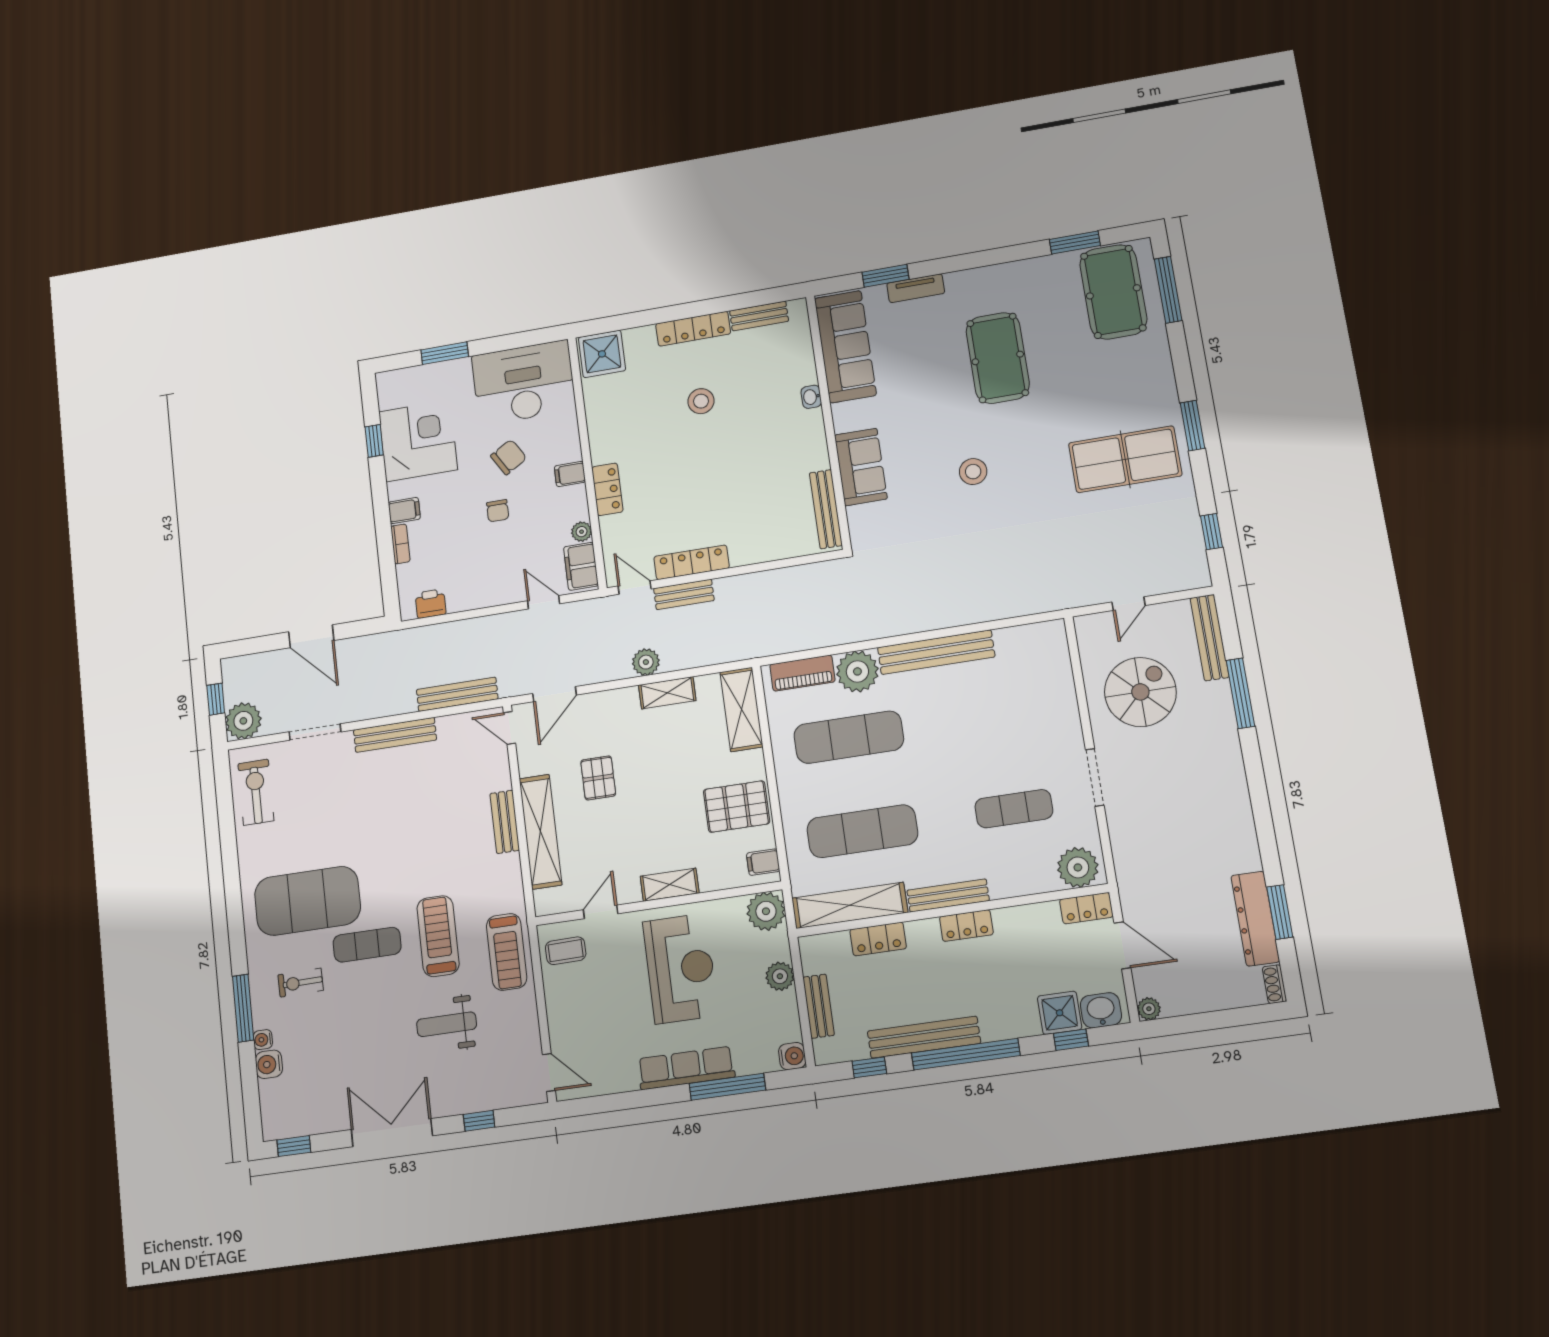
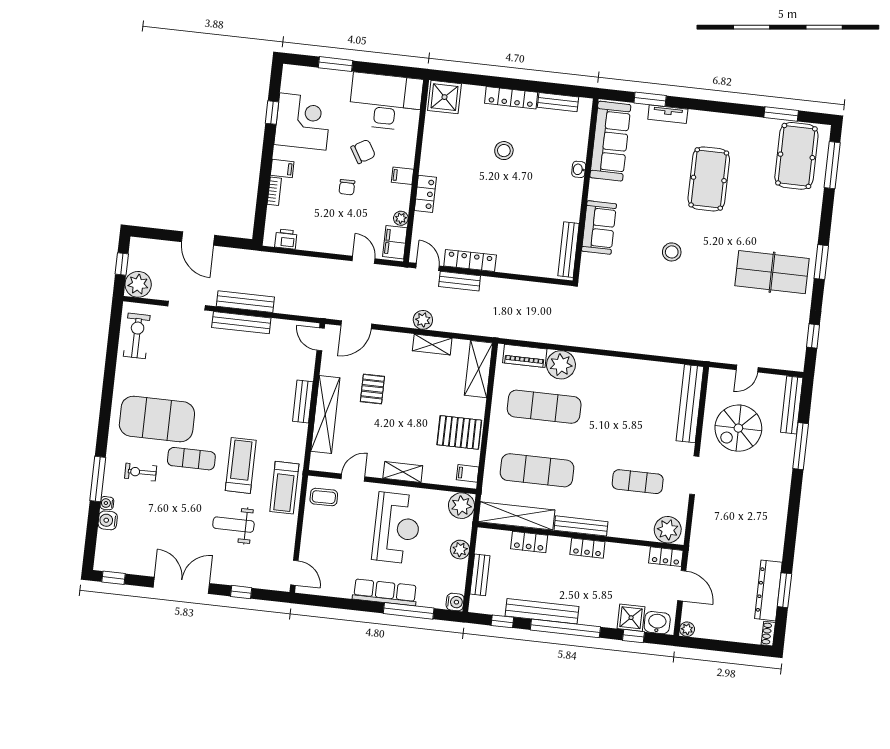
bench: (936, 652) -> (690, 404), moved, turned 90
spiral stairs: (1140, 692) -> (738, 428), turned 180
bench: (457, 694) -> (245, 302), moved

